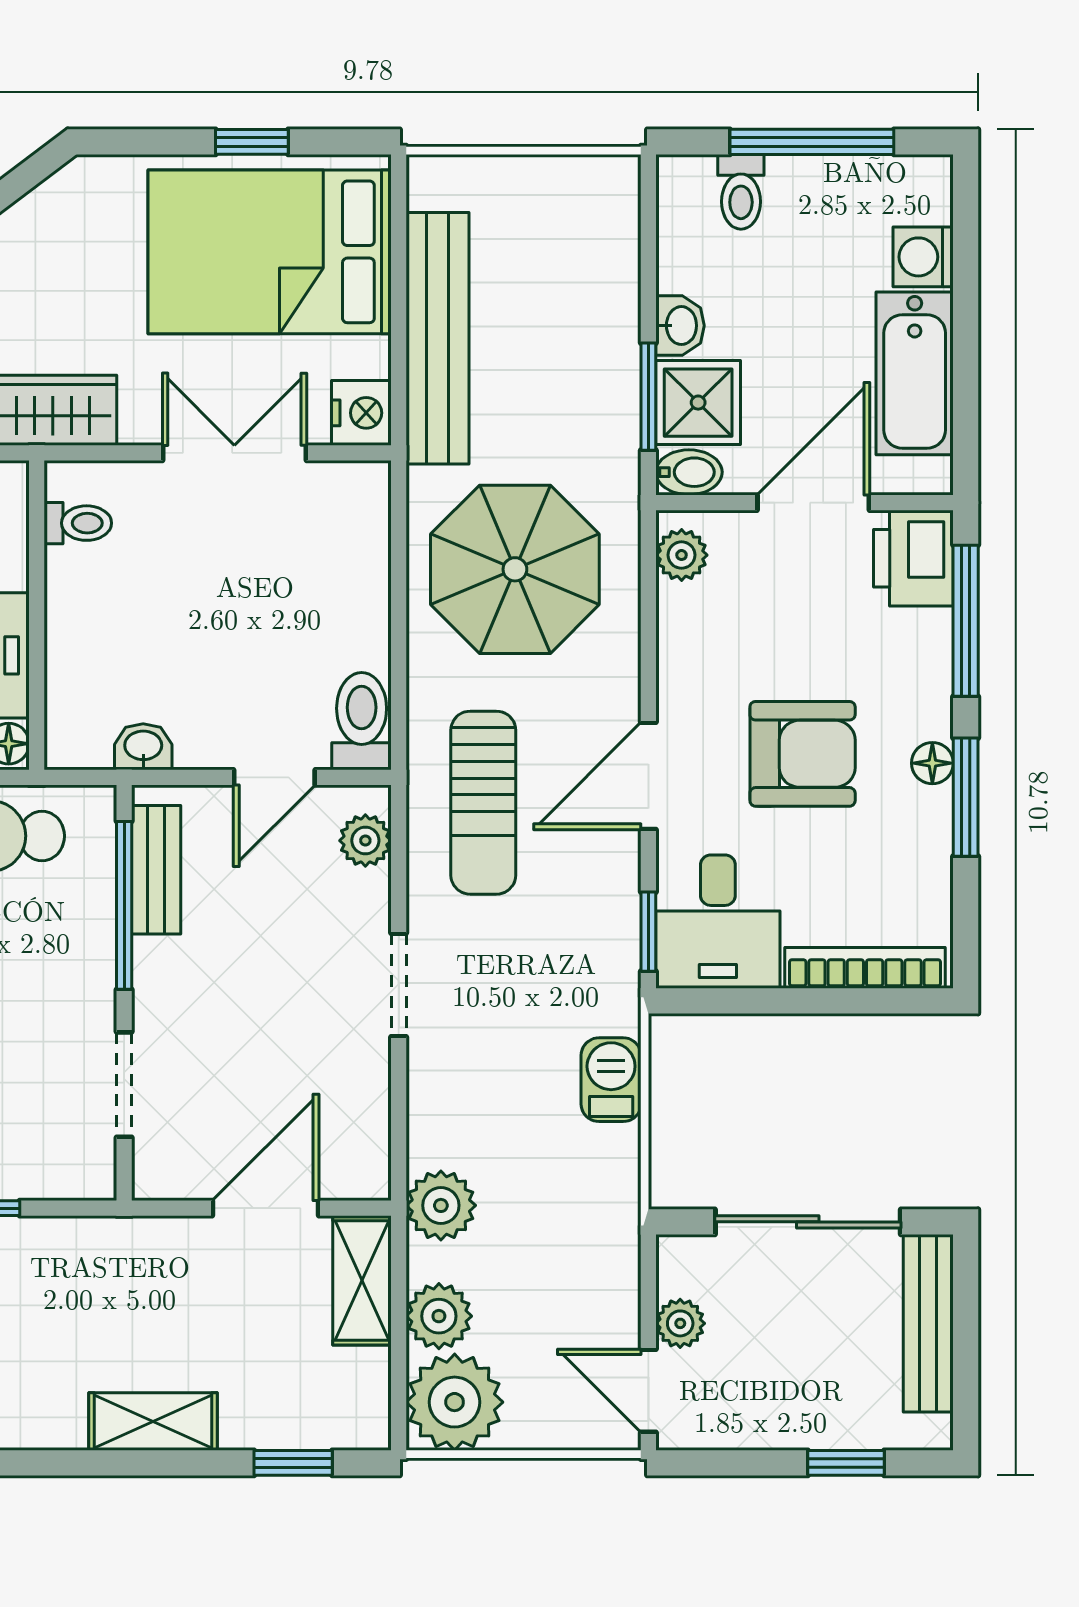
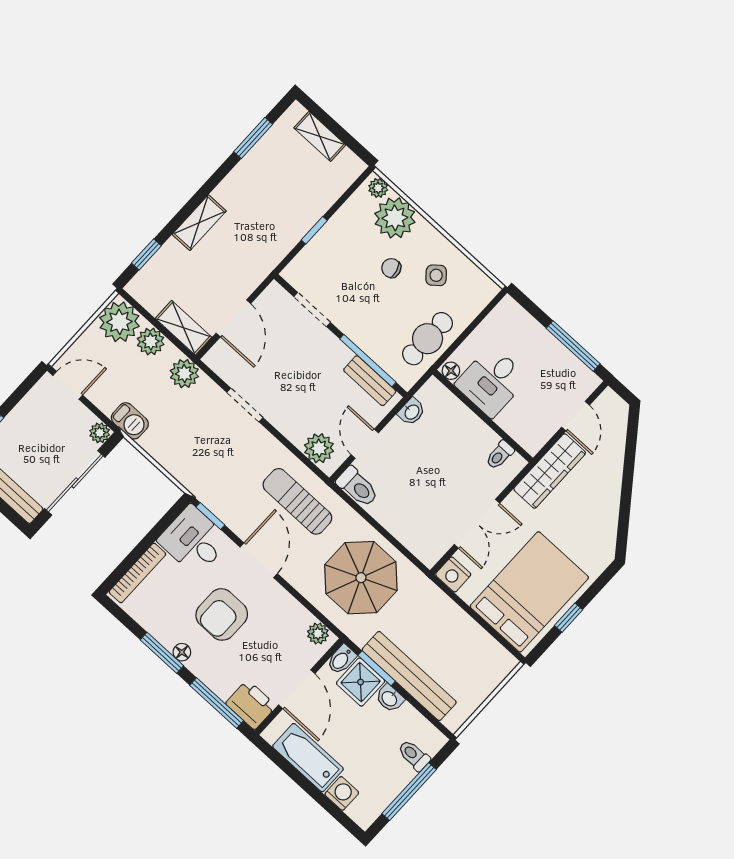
bench: (438, 338) -> (409, 676), moved
plant: (365, 841) -> (319, 448), width x1.38, depth x1.38
doorway: (399, 985) -> (245, 405), moved
barbecue: (611, 1080) -> (130, 421), moved
plant: (680, 1323) -> (100, 433), moved

